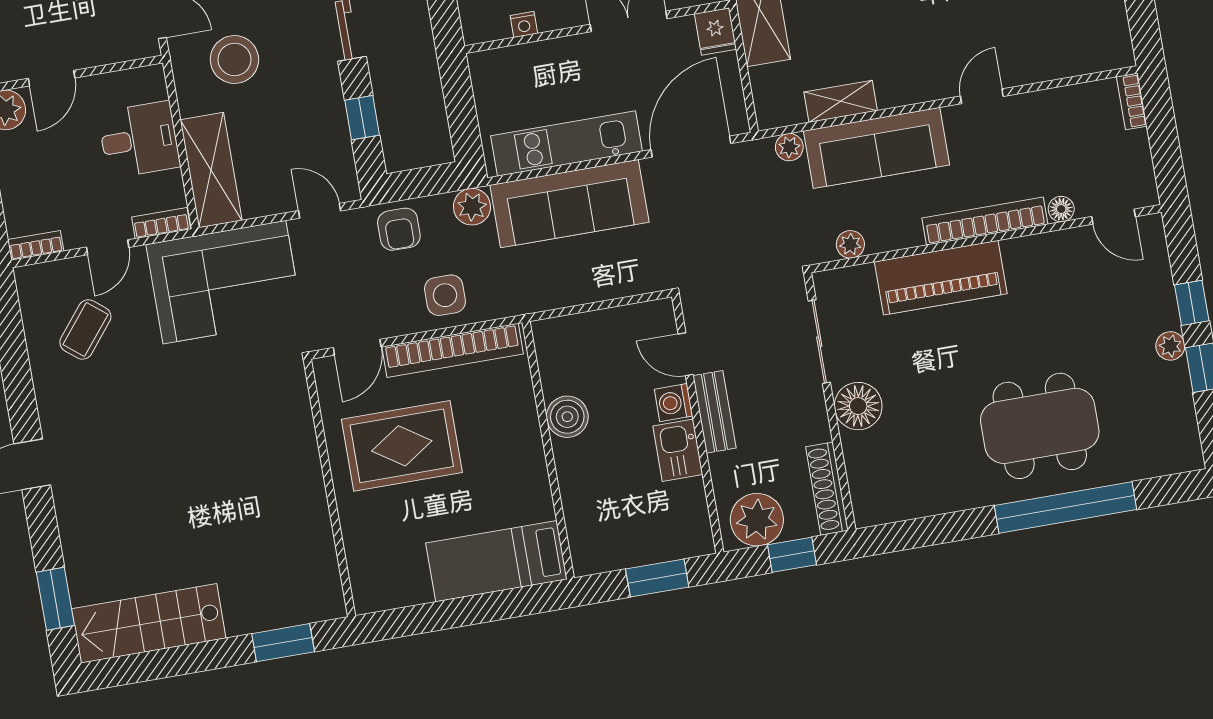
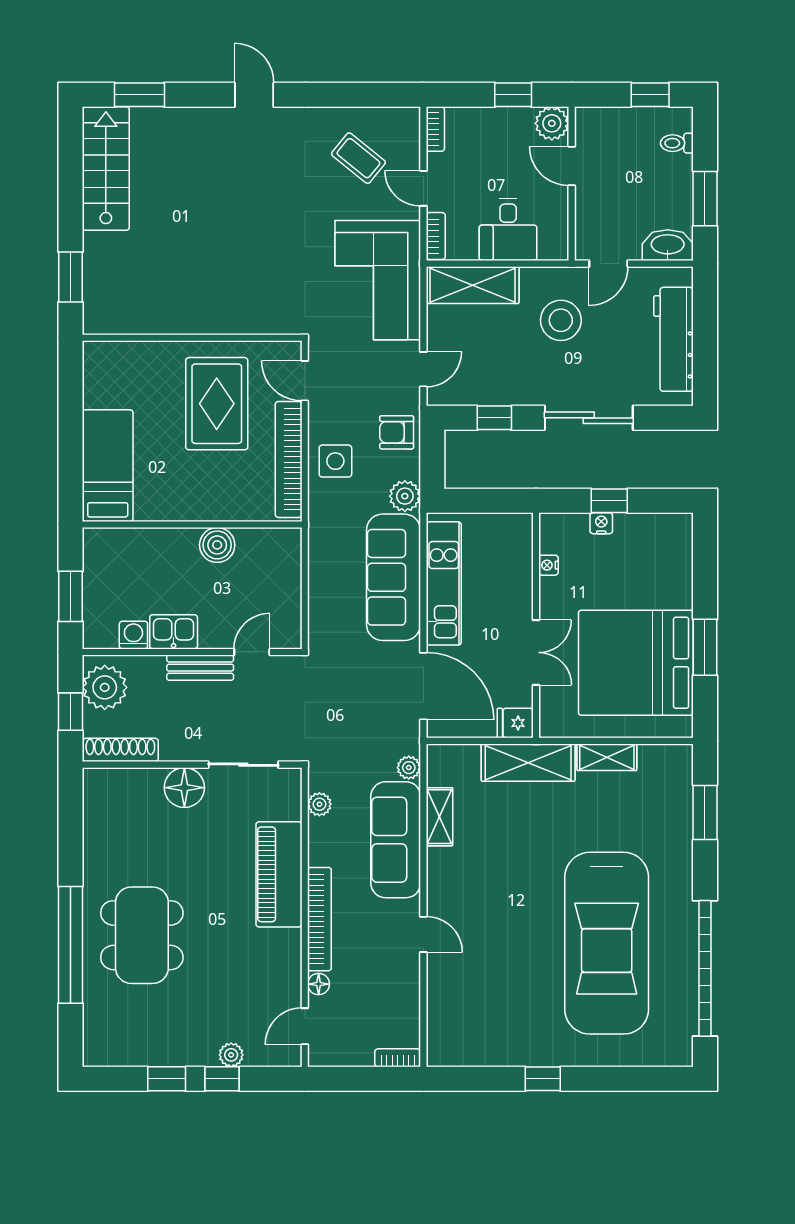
plant: (1170, 346) -> (231, 1055), moved
washing machine: (674, 403) -> (133, 635), moved

